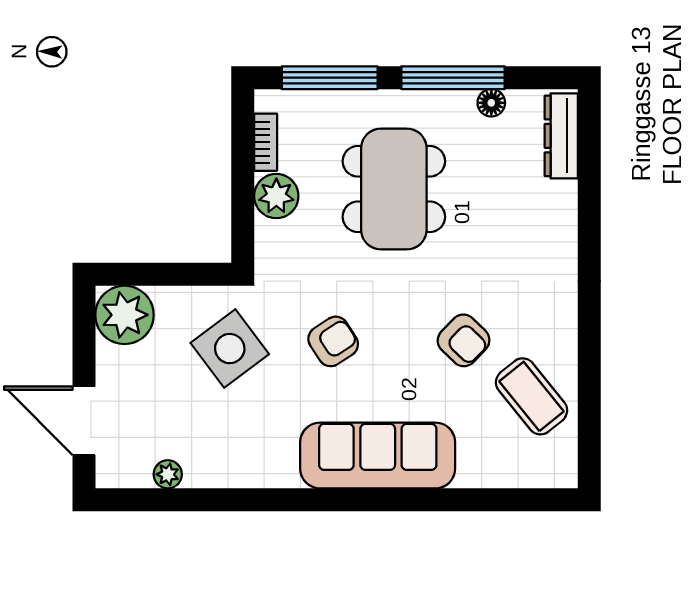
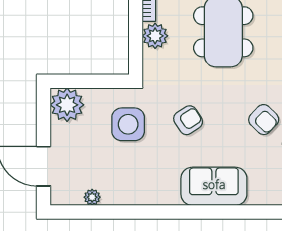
side table: (230, 349) -> (128, 124), turned 37
sofa: (378, 455) -> (214, 186), width x0.73

